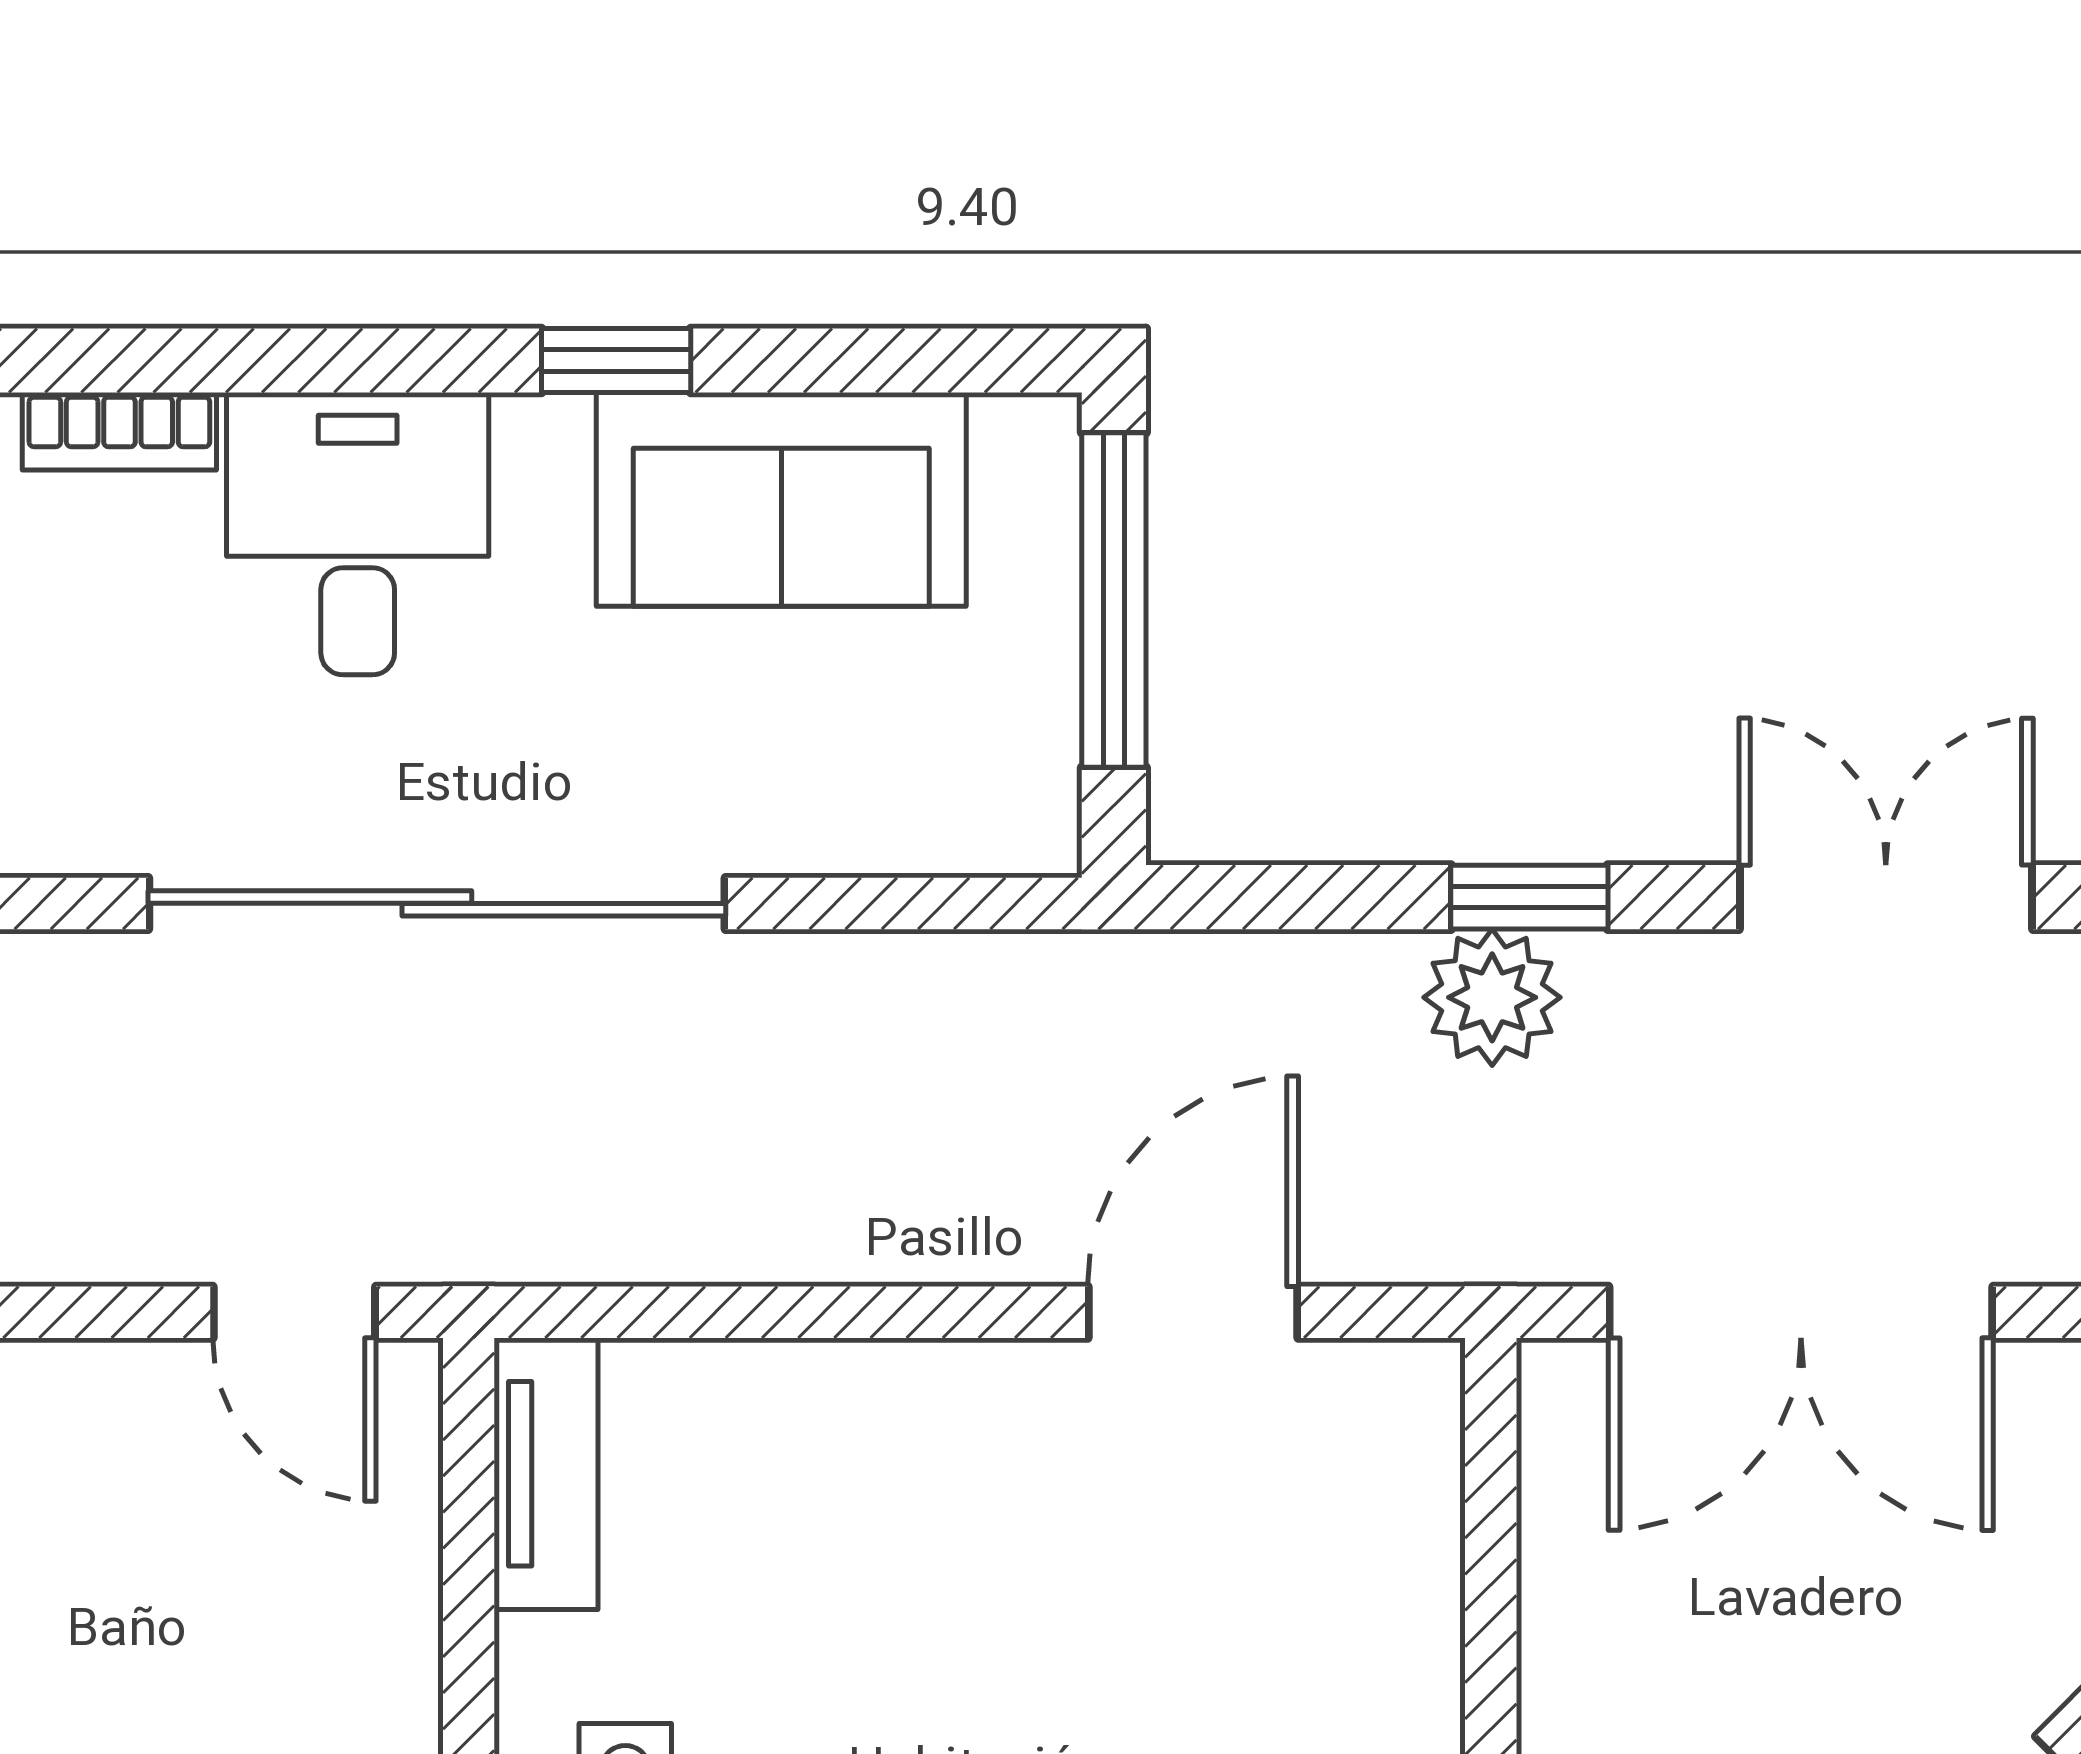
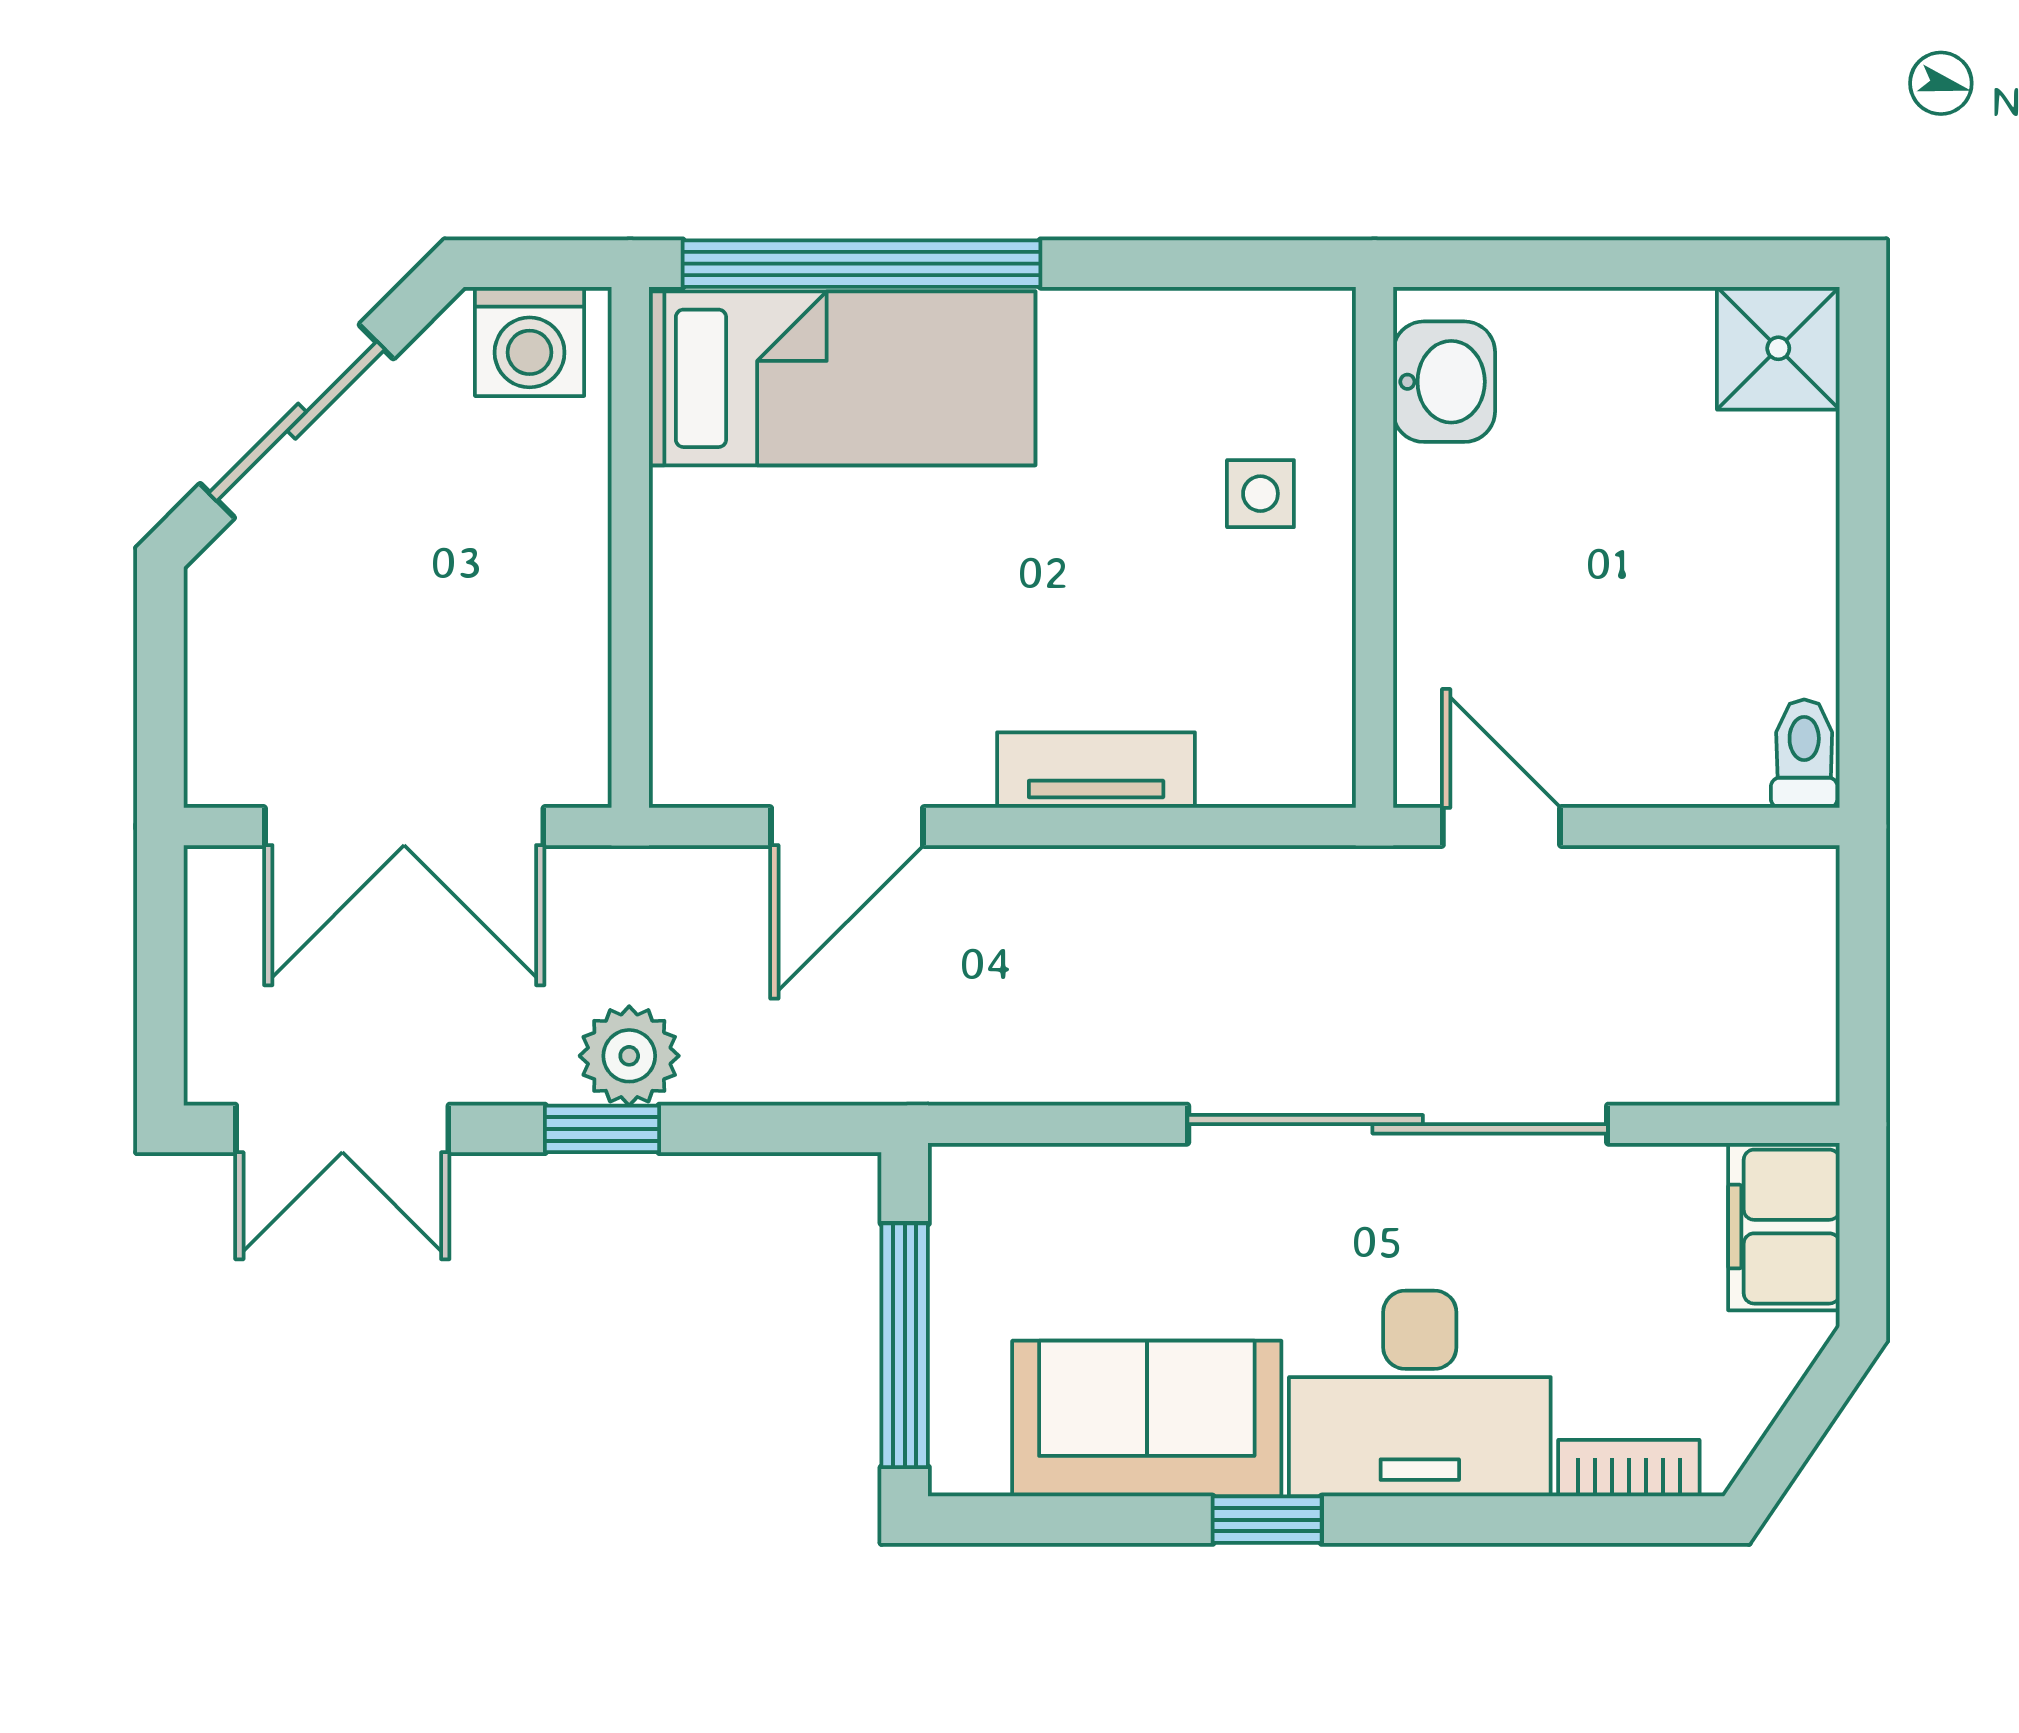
desk: (358, 534) -> (1420, 1394), width x1.37
double door: (1801, 1312) -> (404, 826), swing flipped
tv unit: (546, 1474) -> (1096, 770), moved, turned 90

